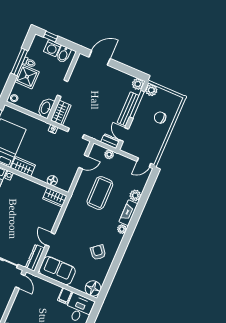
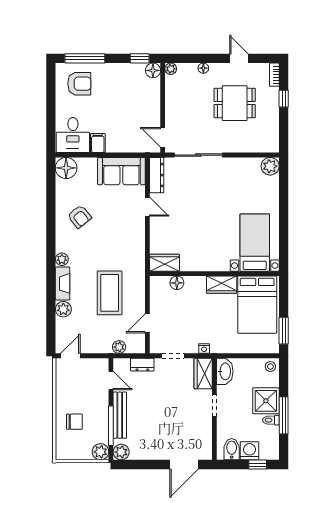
dresser: (110, 141) -> (142, 365), moved

